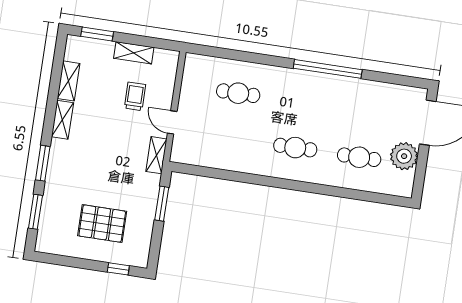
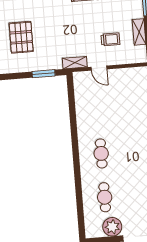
cafe table: (238, 93) -> (128, 107), removed
door: (172, 122) -> (99, 68), swing flipped

